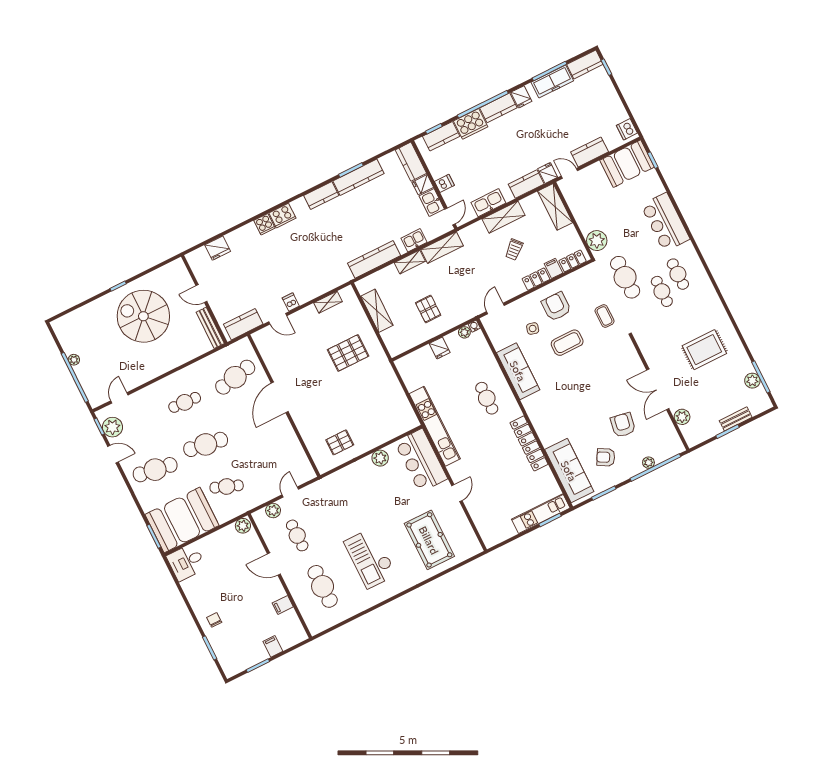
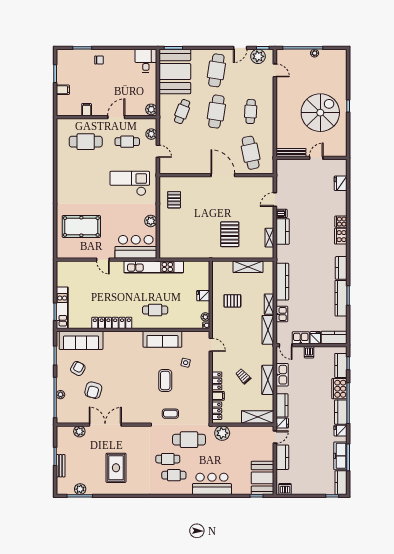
armchair: (556, 307) -> (192, 385), removed
kitchen counter: (243, 324) -> (283, 232), moved
armchair: (623, 425) -> (93, 390), turned 95
checkout: (370, 558) -> (130, 183), moved

